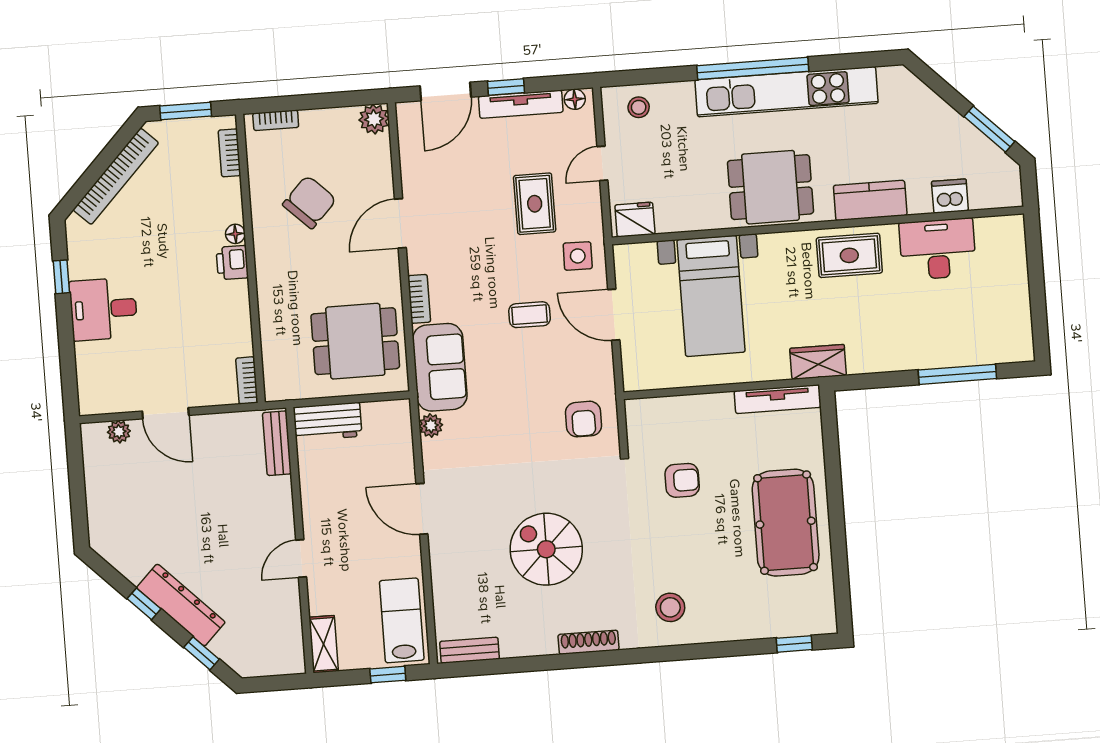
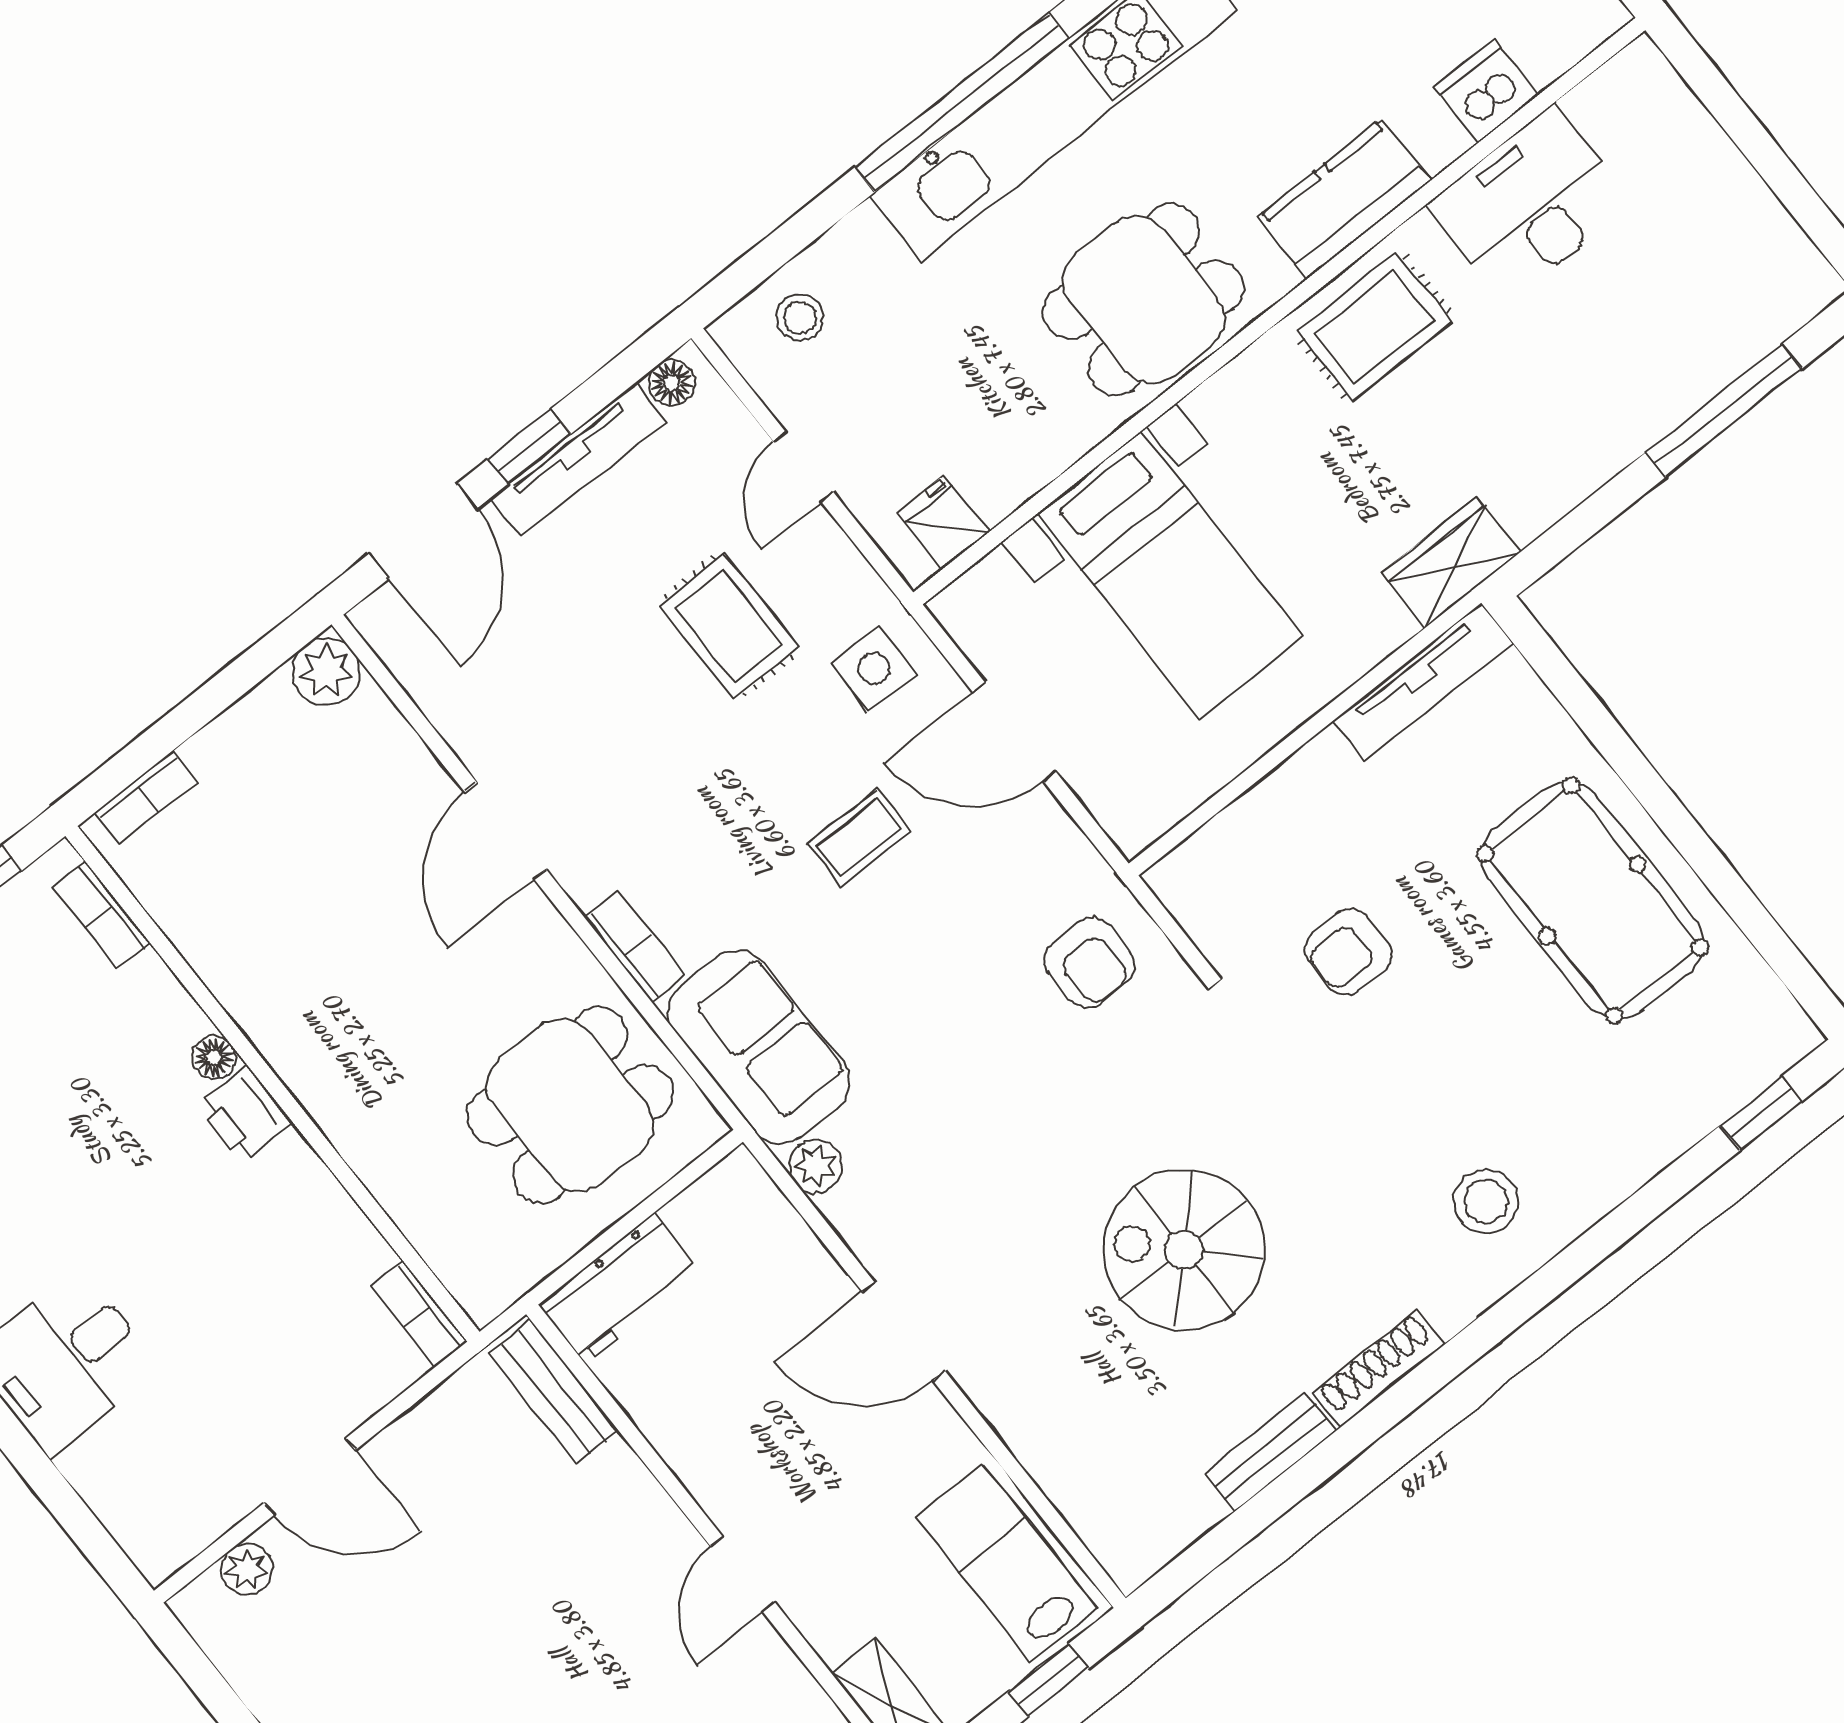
chair: (309, 202) -> (311, 906), removed
fridge: (635, 220) -> (943, 522), width x0.72
armchair: (682, 480) -> (1348, 952), turned 180
bench: (470, 650) -> (1270, 1452), moved

